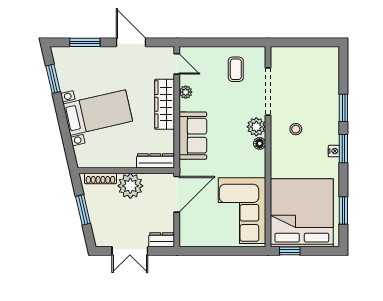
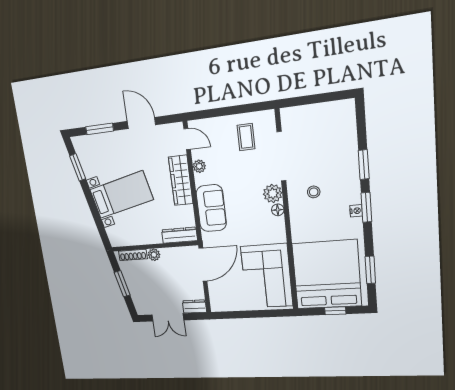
plant: (130, 186) -> (154, 255), width x0.53, depth x0.53
window: (290, 251) -> (335, 311), moved

